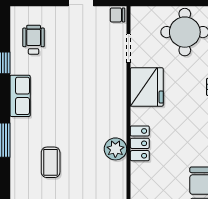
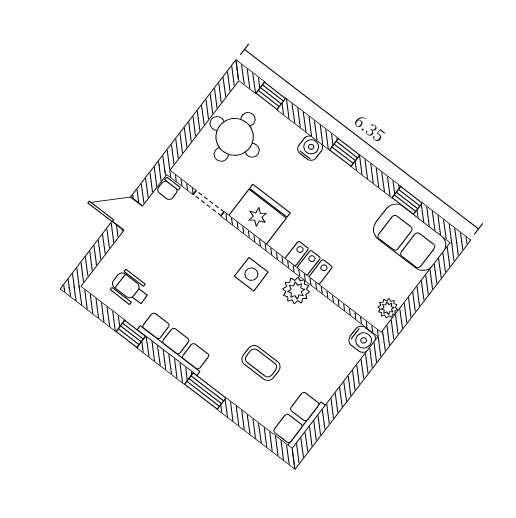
row of seats: (20, 96) -> (174, 343), width x1.48
side table: (104, 112) -> (251, 274), added

